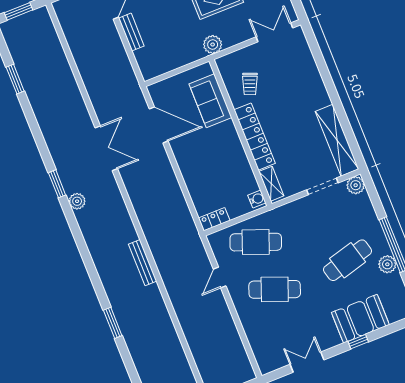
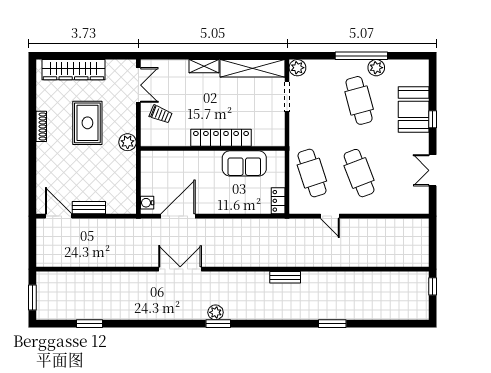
double door: (274, 32) -> (138, 85), swing flipped
trolley: (250, 84) -> (161, 114), moved
sofa: (210, 101) -> (244, 163), moved
window: (57, 184) -> (218, 324), moved
shelving: (271, 184) -> (204, 66), moved
water cooler: (257, 199) -> (147, 203), moved, turned -90
cafe table: (256, 242) -> (312, 173), turned -39
bench: (143, 263) -> (285, 277), width x0.73
cafe table: (275, 289) -> (359, 173), turned -42

